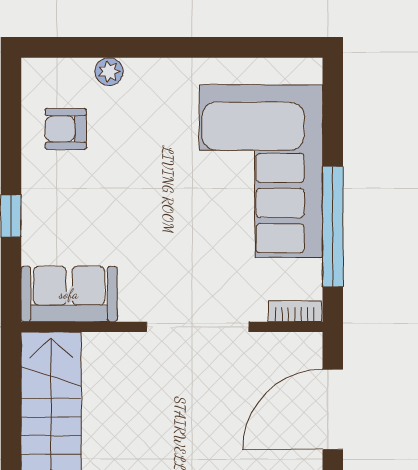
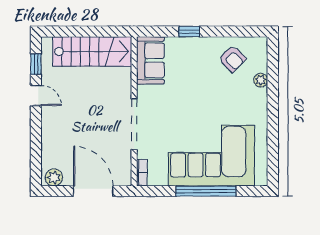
armchair: (66, 129) -> (232, 59), turned 135
window: (333, 227) -> (206, 191), moved

